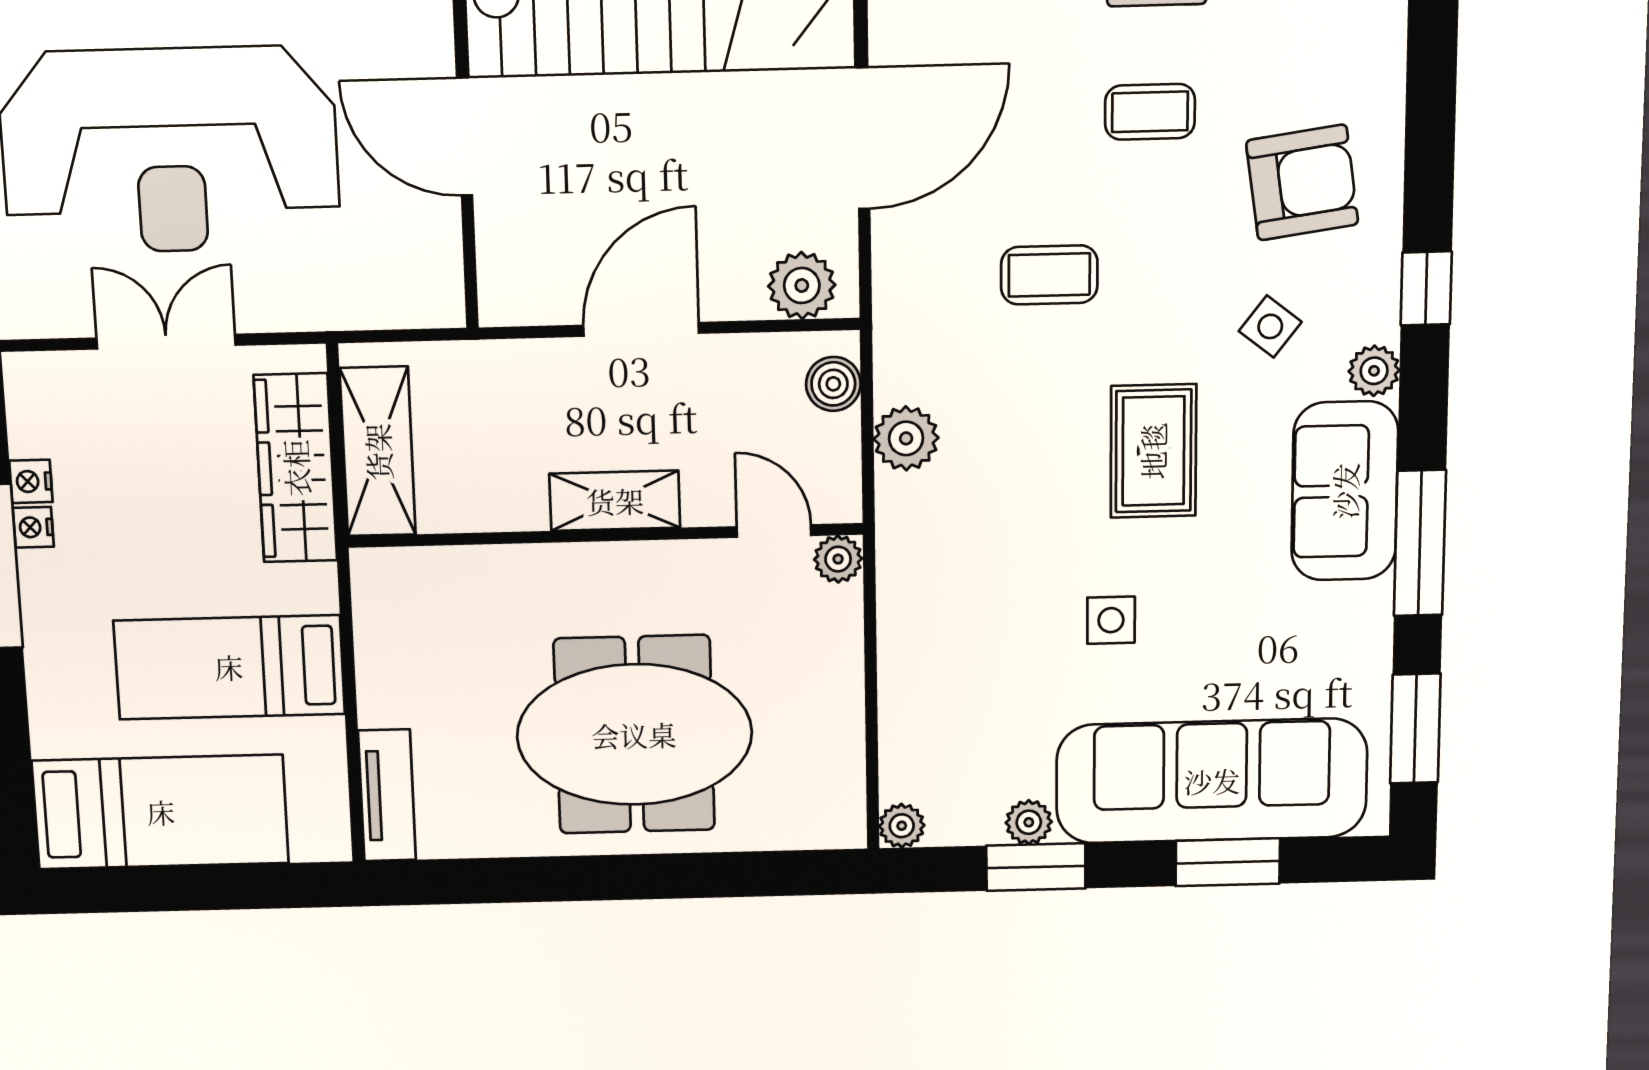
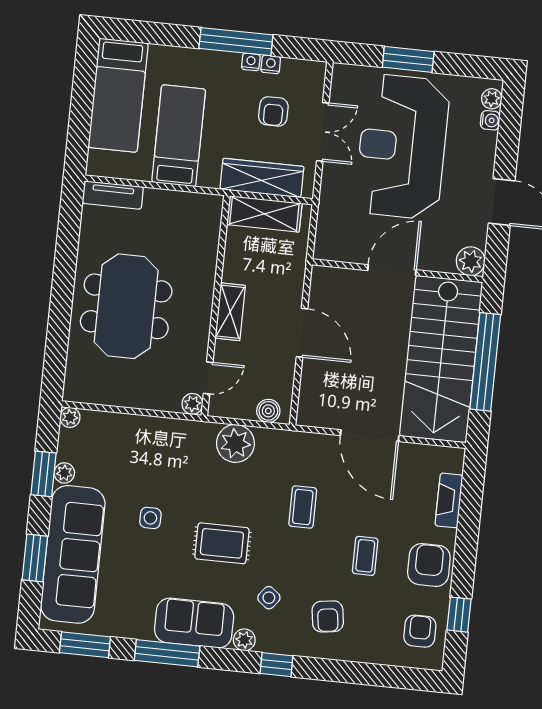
armchair: (1302, 183) -> (328, 616), width x0.72, depth x0.72
plant: (802, 286) -> (312, 403), removed
plant: (906, 438) -> (235, 443), width x1.36, depth x1.36
armchair: (138, 461) -> (273, 111), added

